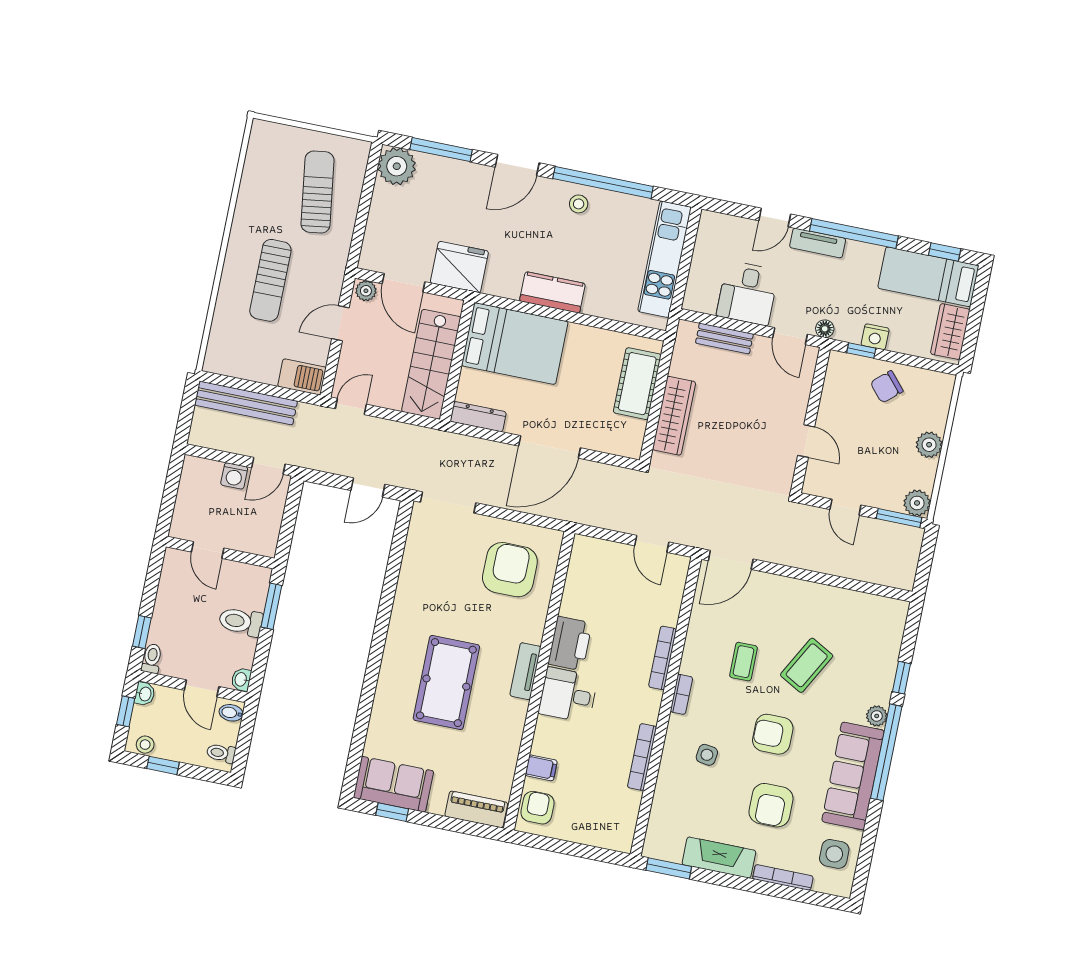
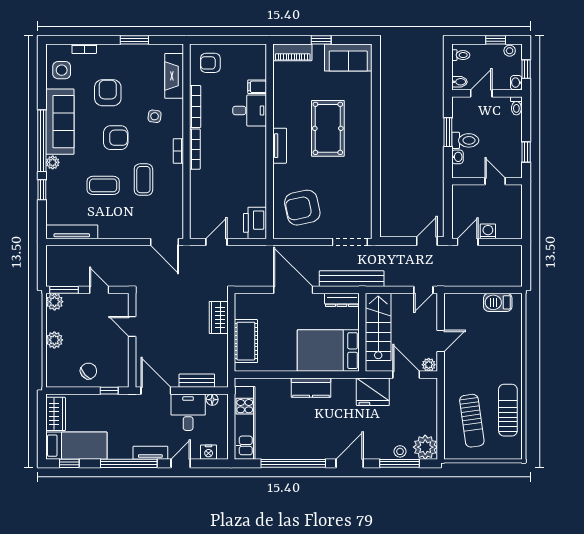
stool: (579, 204) -> (400, 451), moved
sun lounger: (270, 280) -> (508, 410), moved
floor lamp: (825, 329) -> (212, 400), moved
door: (790, 336) -> (156, 391), width x1.38
nightstand: (875, 337) -> (209, 452), moved, turned 180
barbecue: (302, 377) -> (498, 302), moved
bench: (246, 403) -> (352, 279), moved
wardrobe: (674, 416) -> (219, 317), width x0.67
door: (550, 447) -> (293, 290), hinge flipped
door: (368, 487) -> (427, 241), moved
door: (652, 544) -> (216, 242), hinge flipped
door: (731, 560) -> (165, 242), swing flipped
armchair: (510, 570) -> (302, 208), turned 78
tv unit: (869, 604) -> (72, 232), added
window: (271, 606) -> (448, 132), moved
window: (142, 632) -> (526, 152), moved
printer: (570, 643) -> (255, 223), moved
bookcase: (663, 658) -> (195, 149), moved
coffee table: (743, 662) -> (143, 180), width x1.36, depth x1.30
coffee table: (807, 665) -> (103, 185), turned 61
washbasin: (241, 679) -> (457, 157), moved
door: (202, 688) -> (481, 93), hinge flipped
desk: (568, 695) -> (250, 111), moved
armchair: (537, 808) -> (210, 63), moved, turned 90
window: (392, 812) -> (321, 40), moved
fireplace: (719, 858) -> (174, 76), moved, turned 90
window: (669, 868) -> (134, 40), moved
bookcase: (783, 878) -> (84, 49), width x0.64

